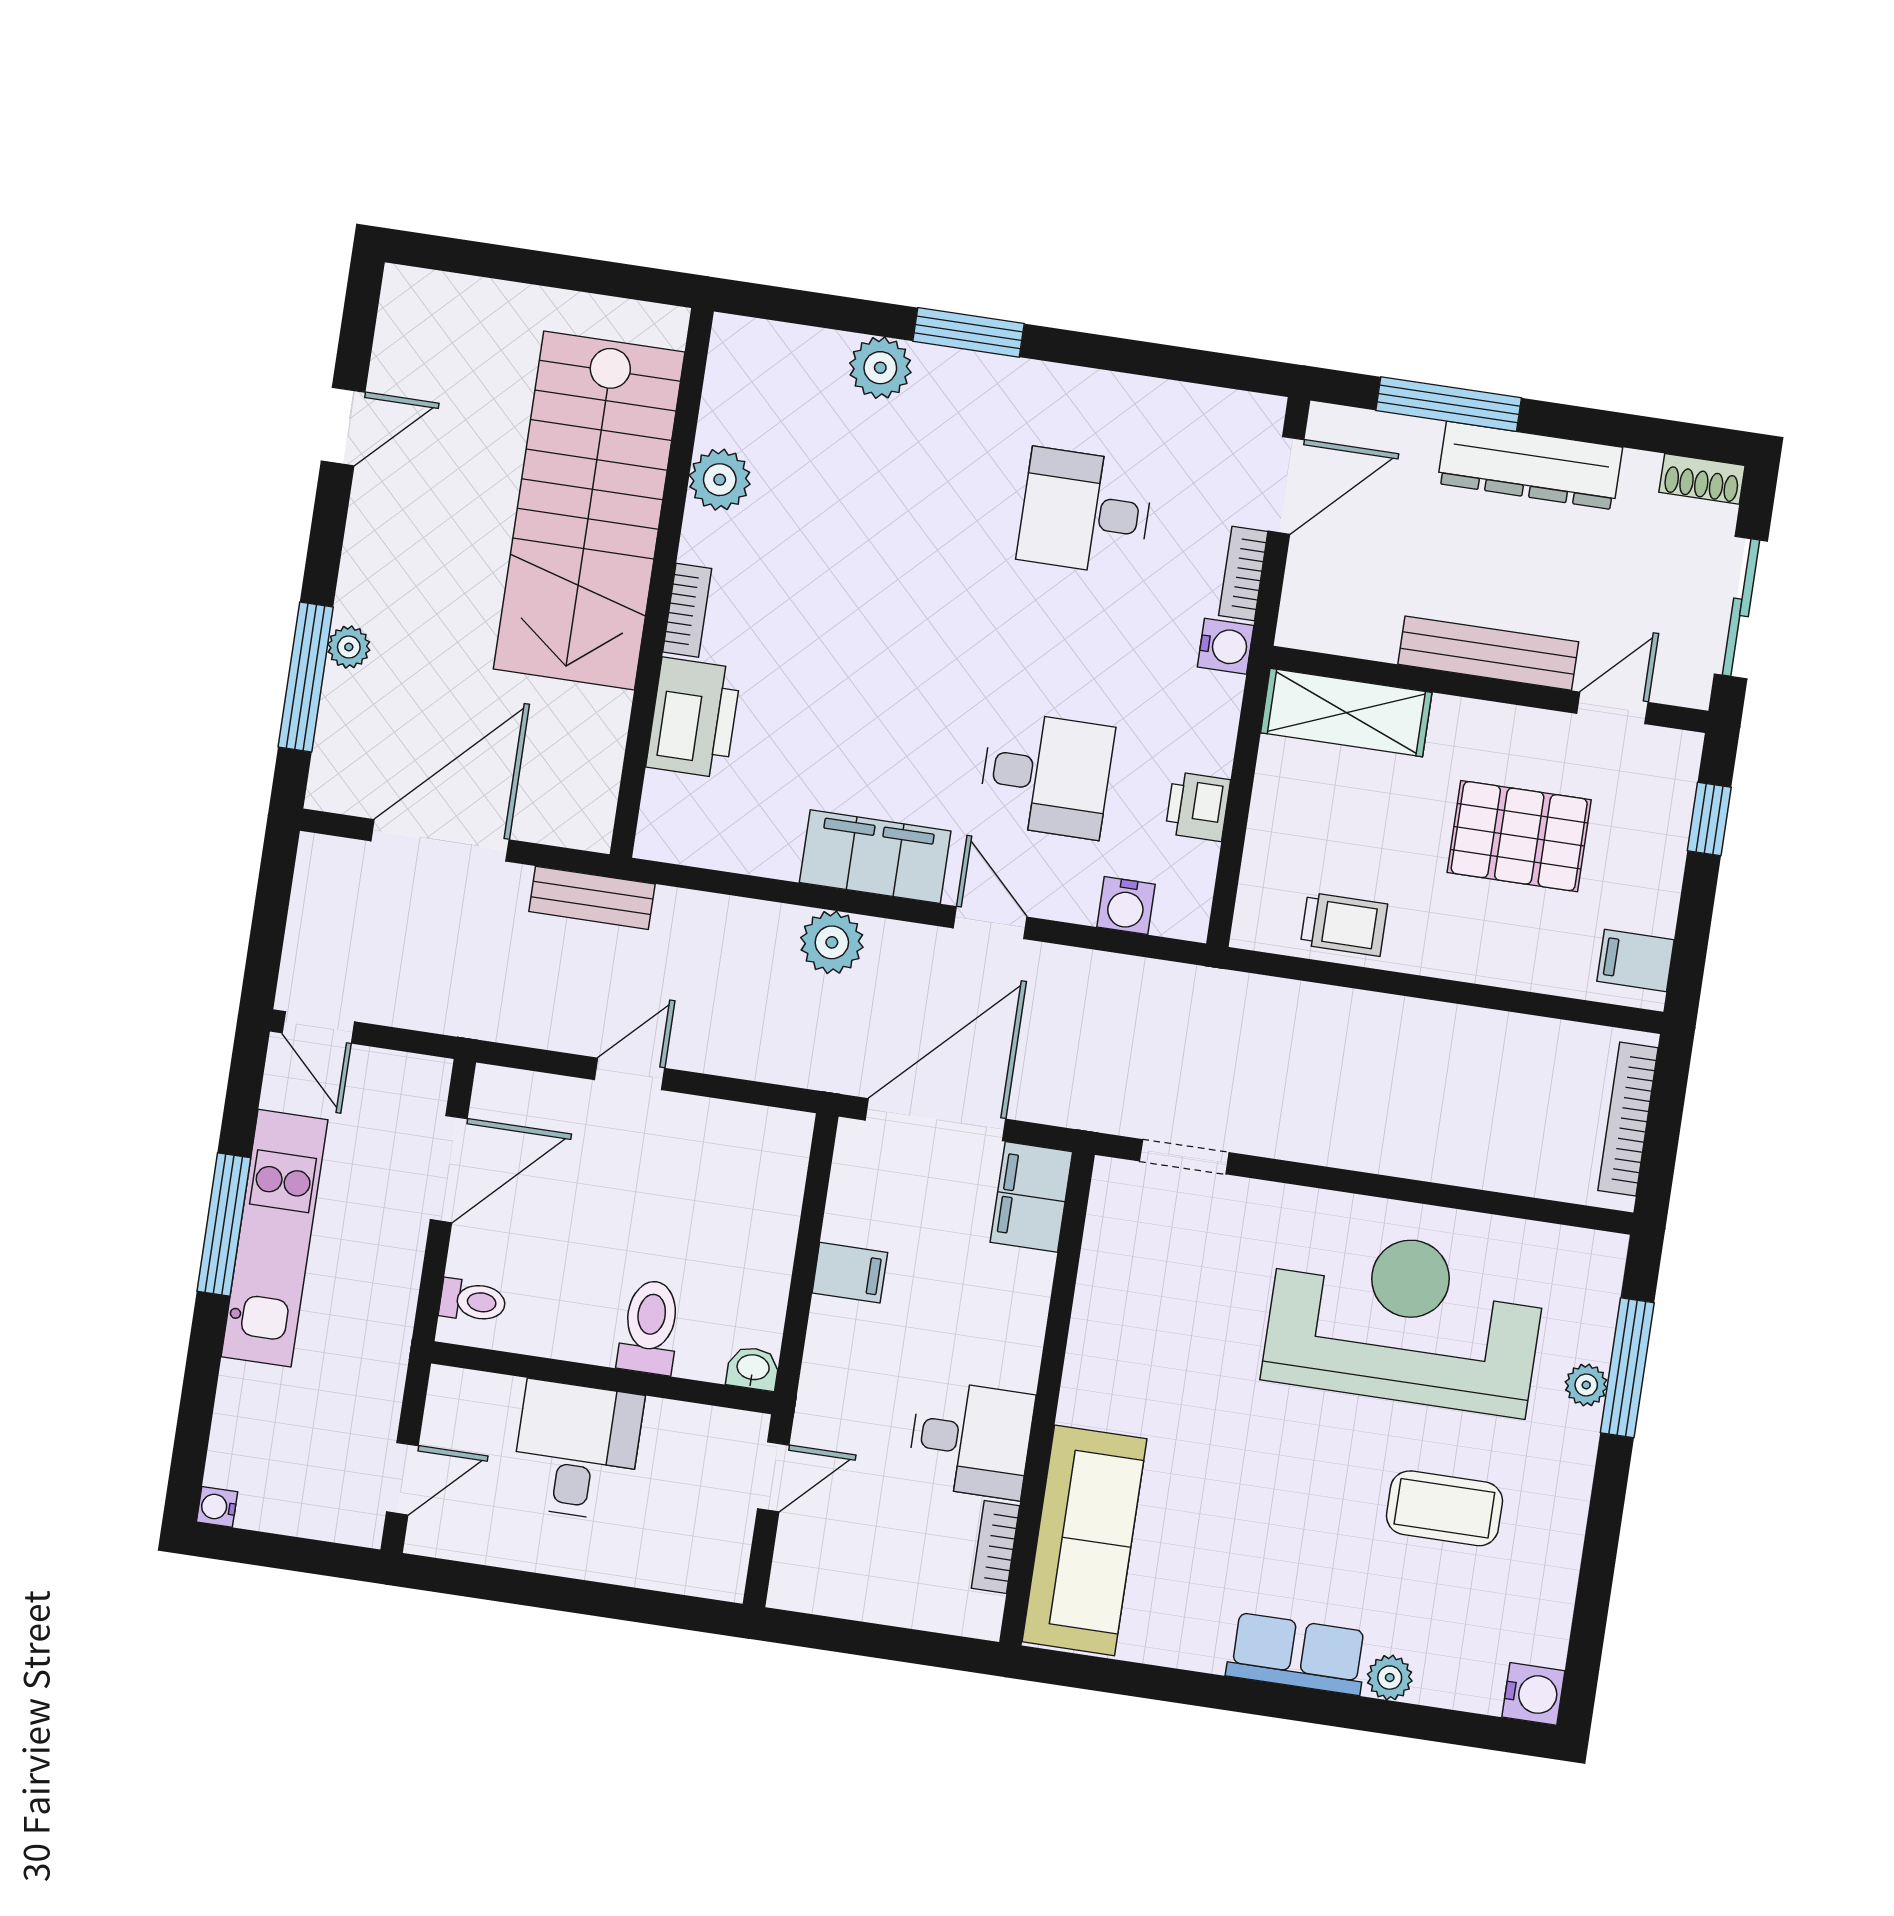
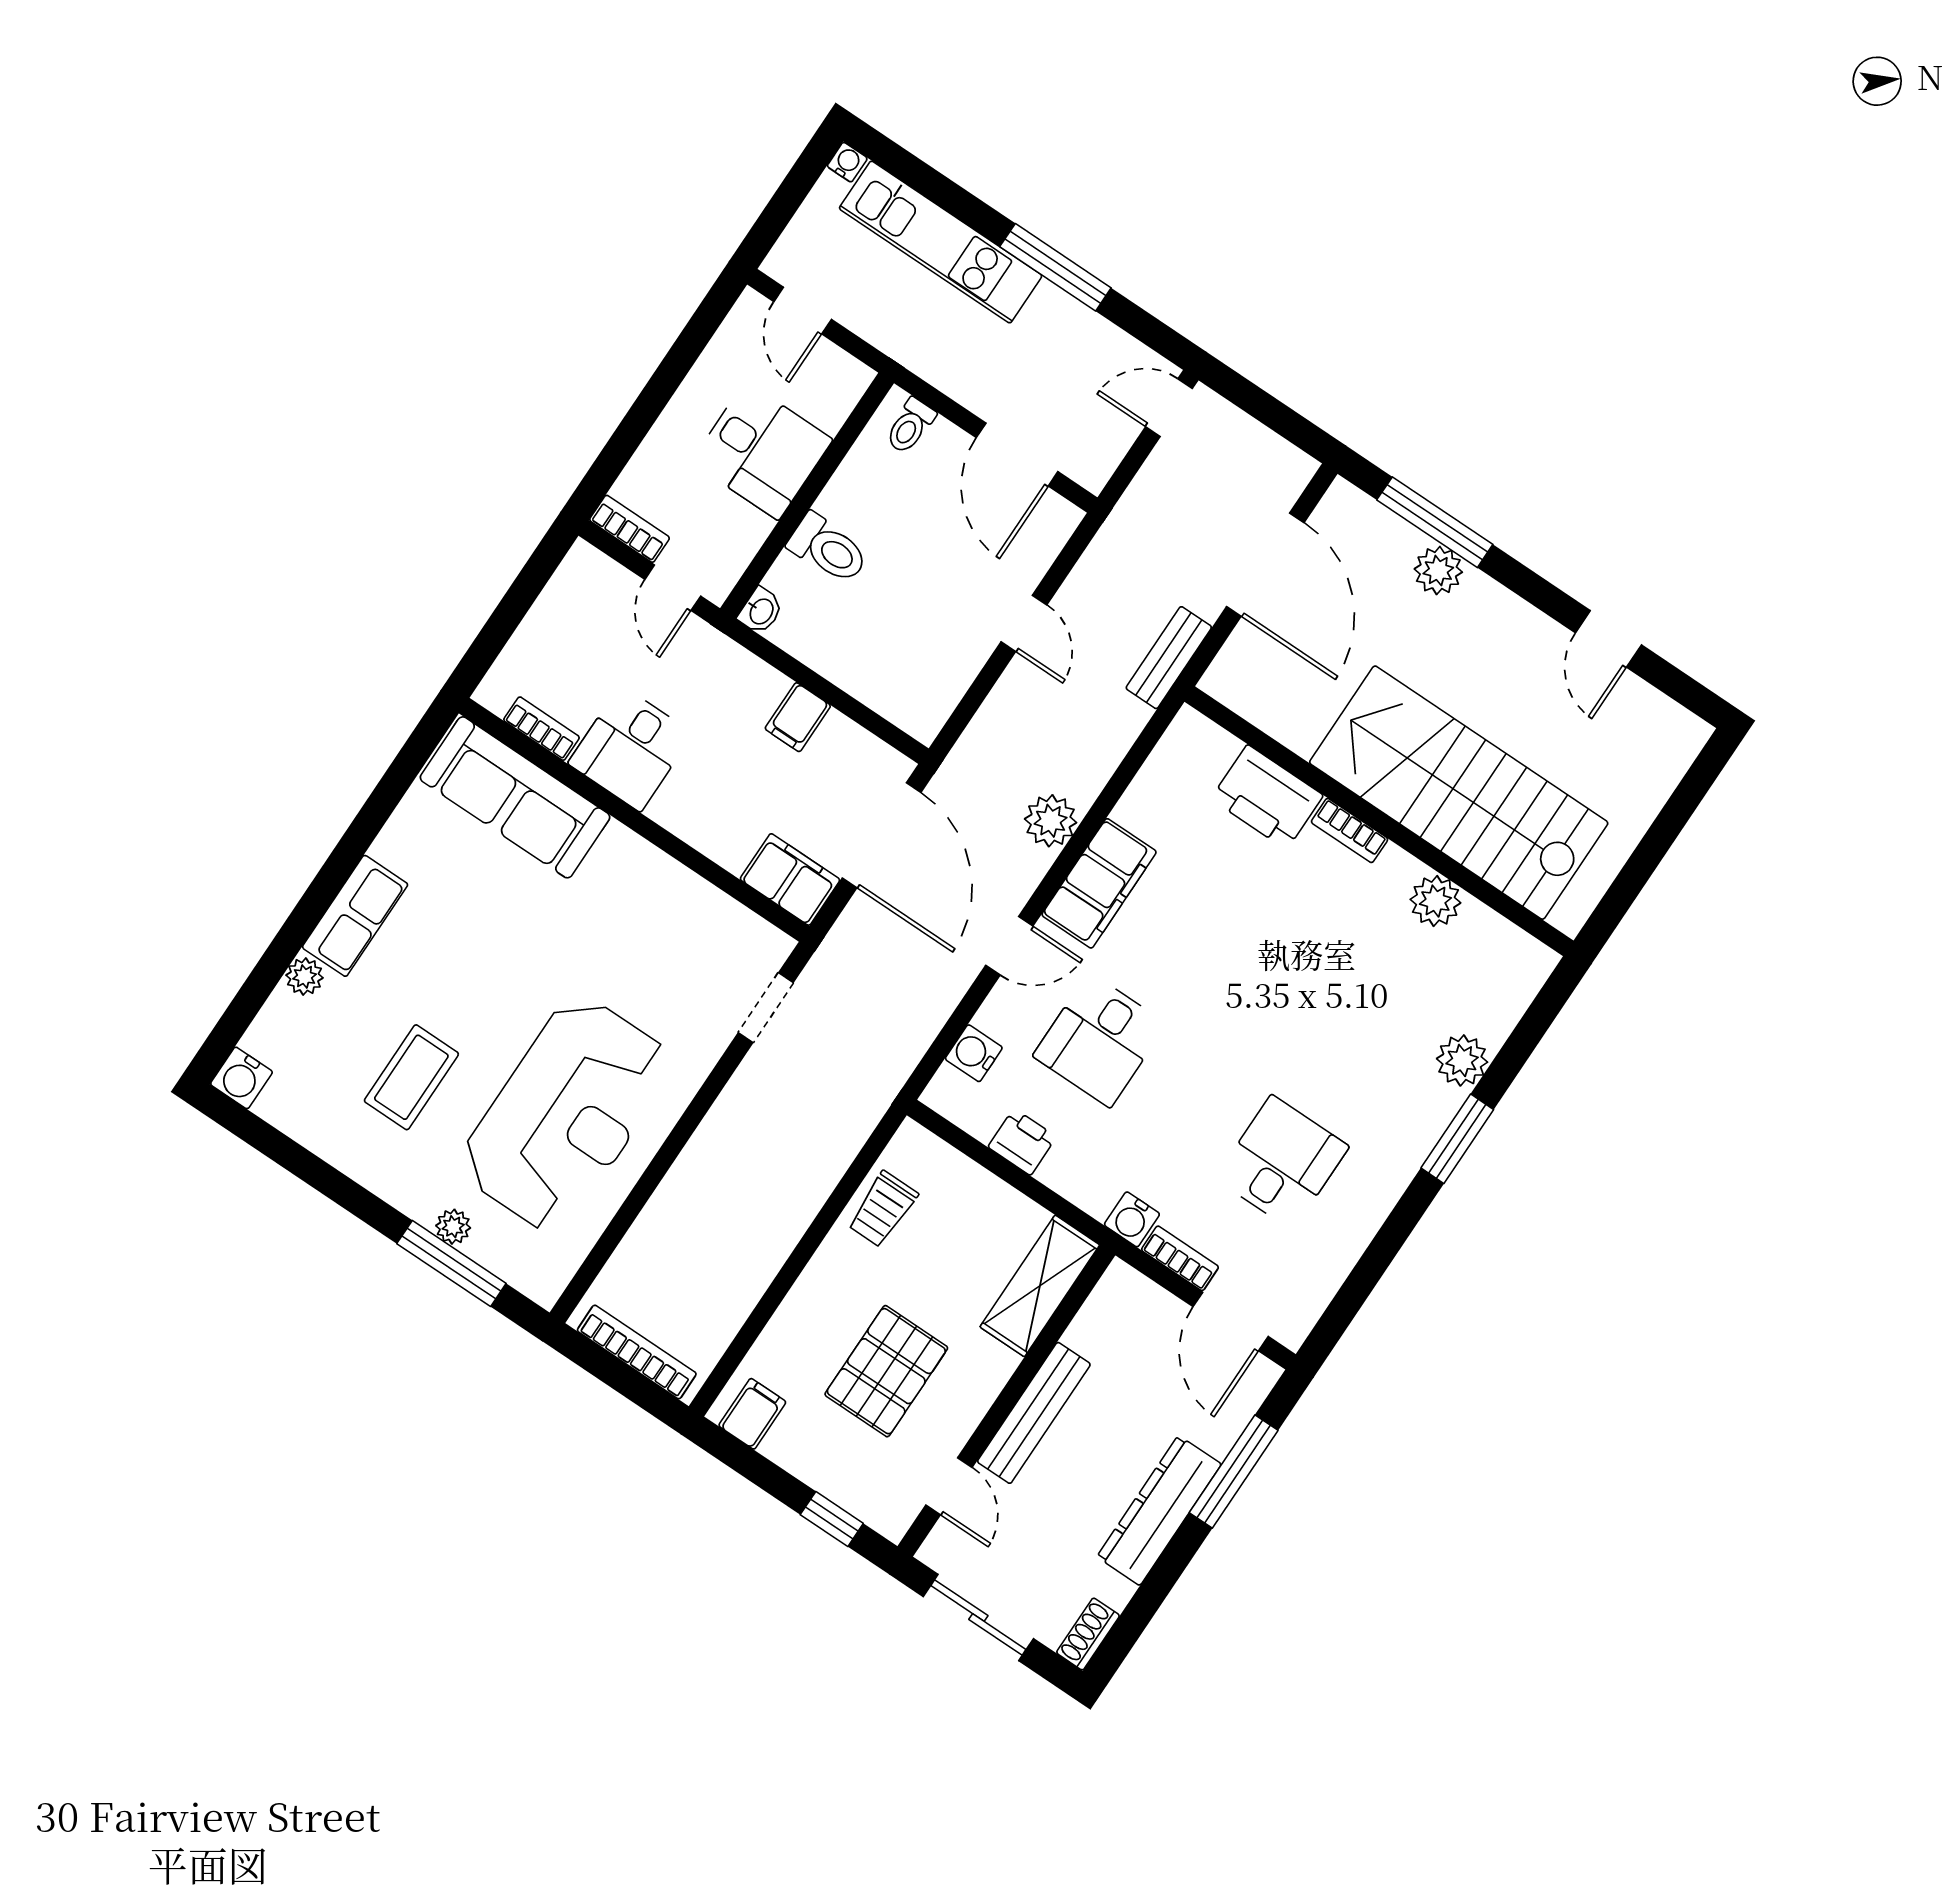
plant: (349, 647) -> (1438, 571), width x1.38, depth x1.38
kitchen unit: (275, 1238) -> (941, 242), moved
bookcase: (731, 1555) -> (630, 529), added

